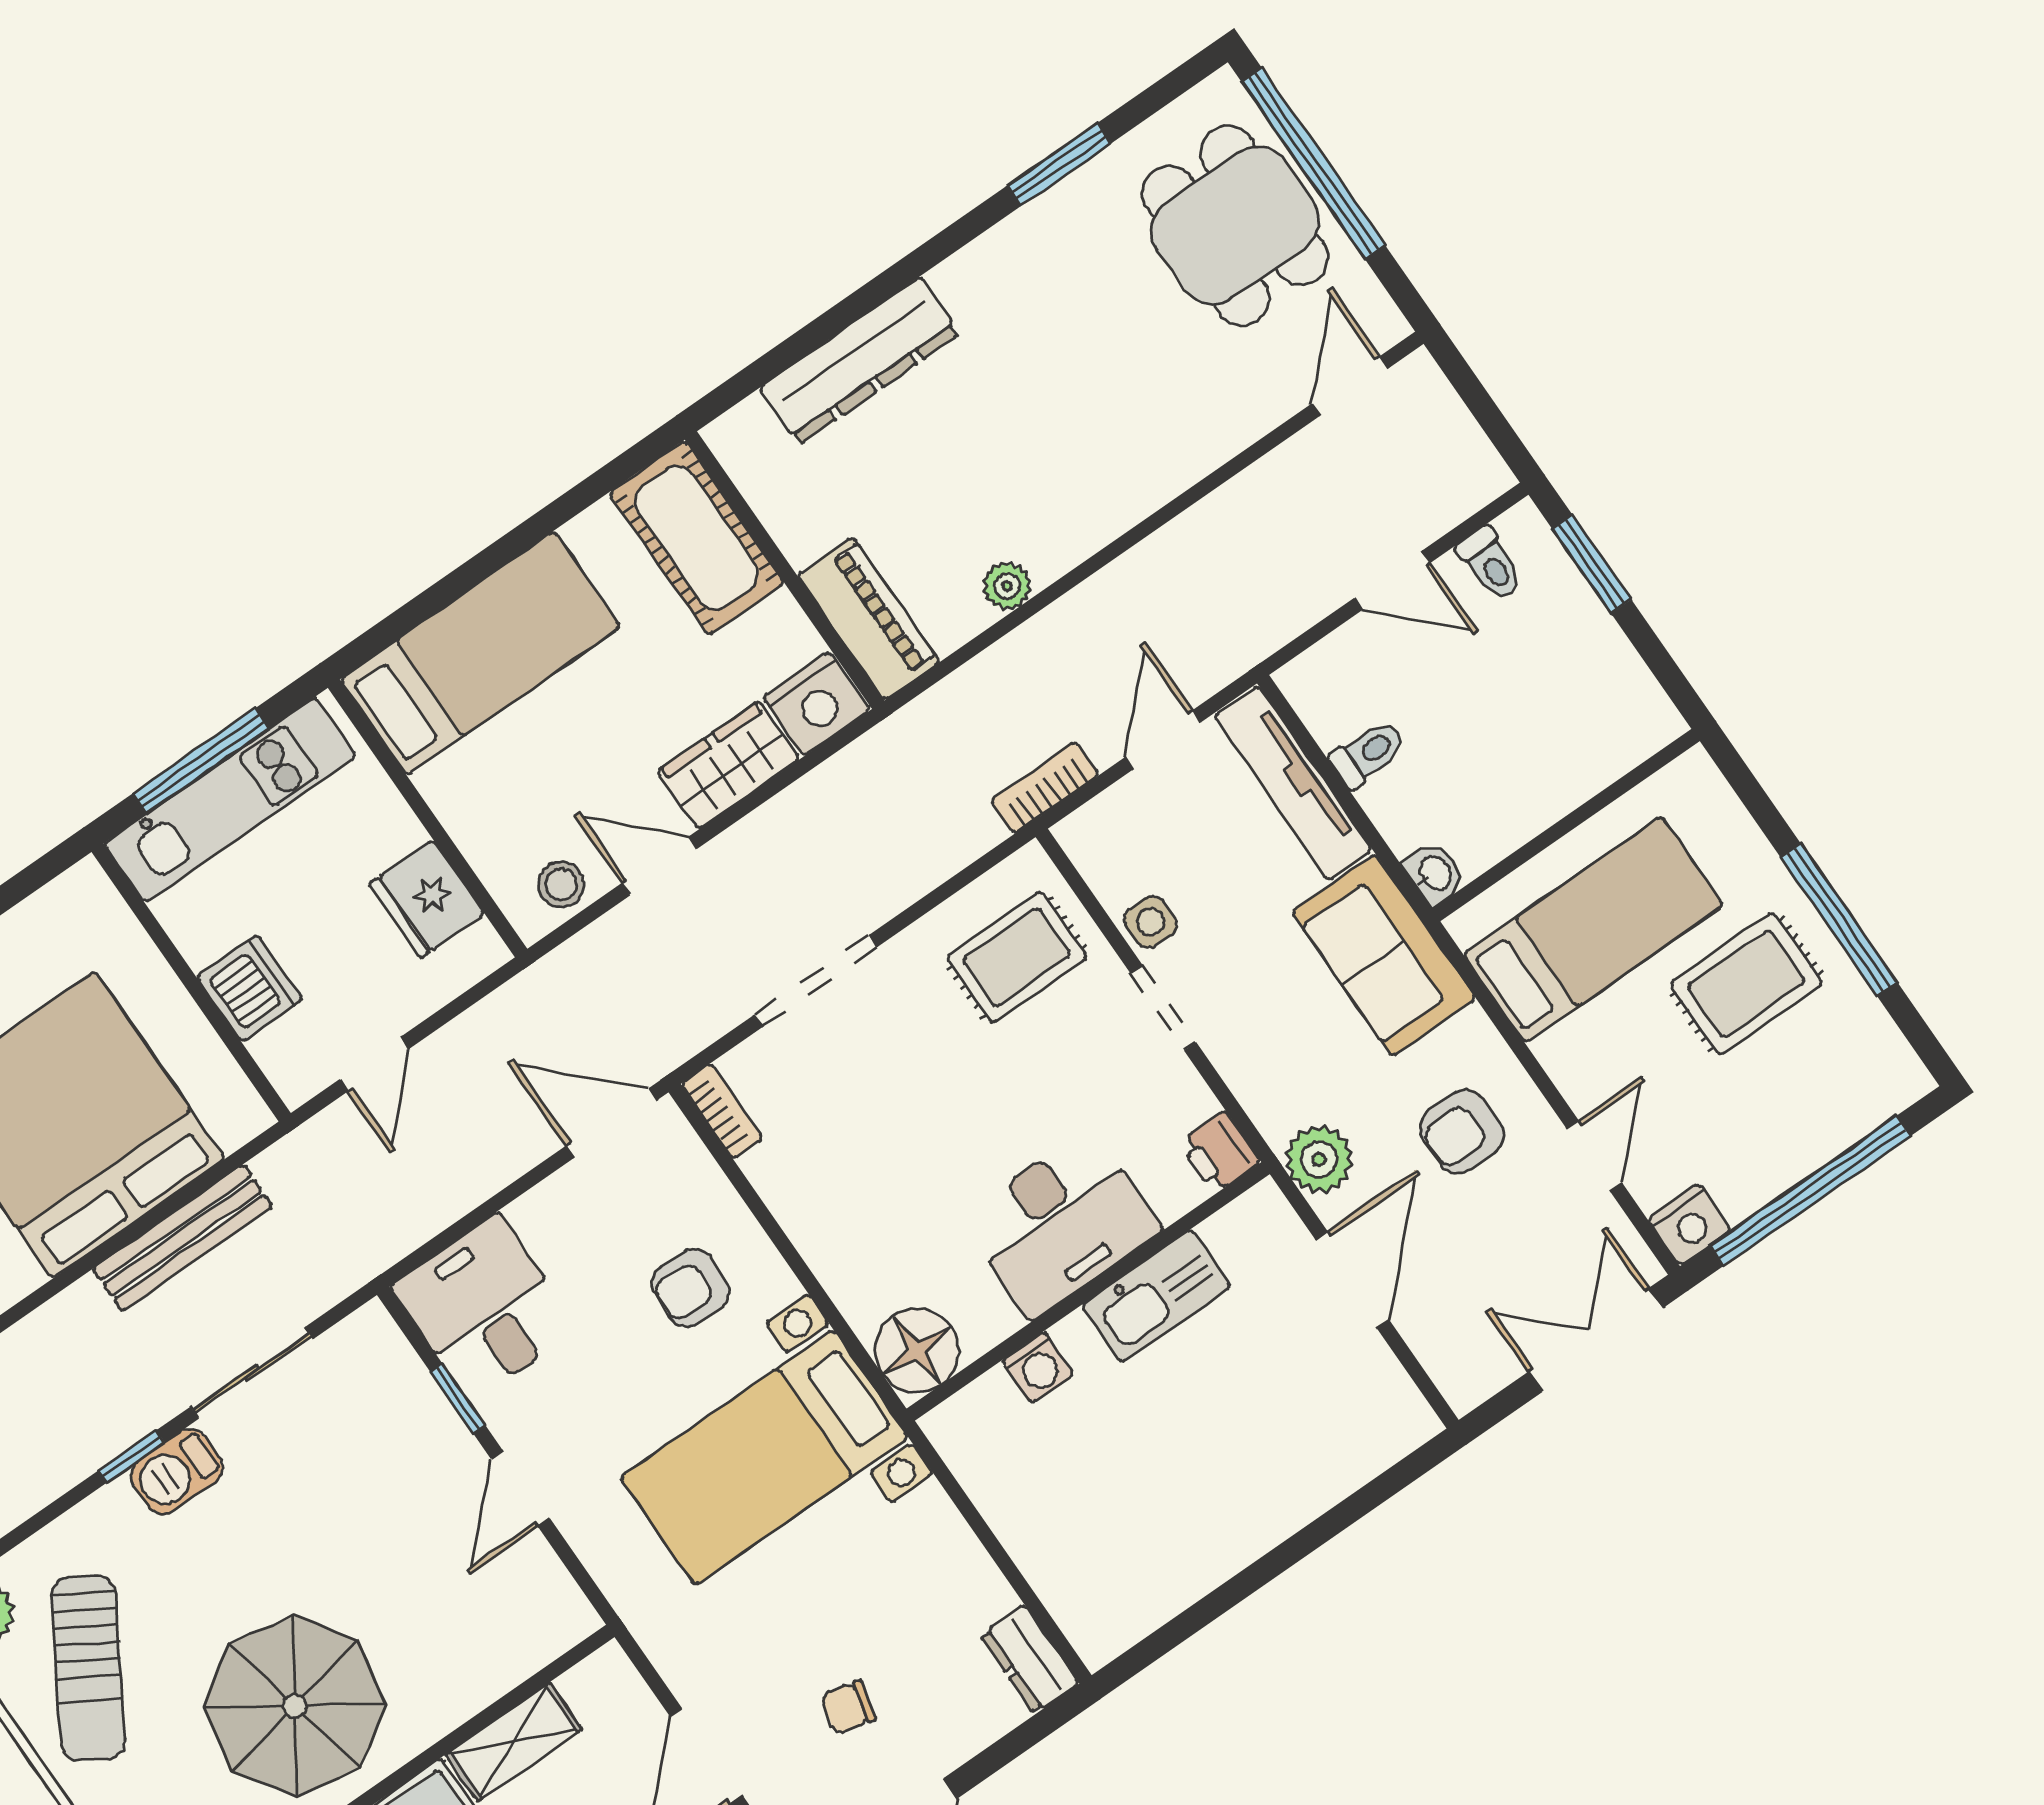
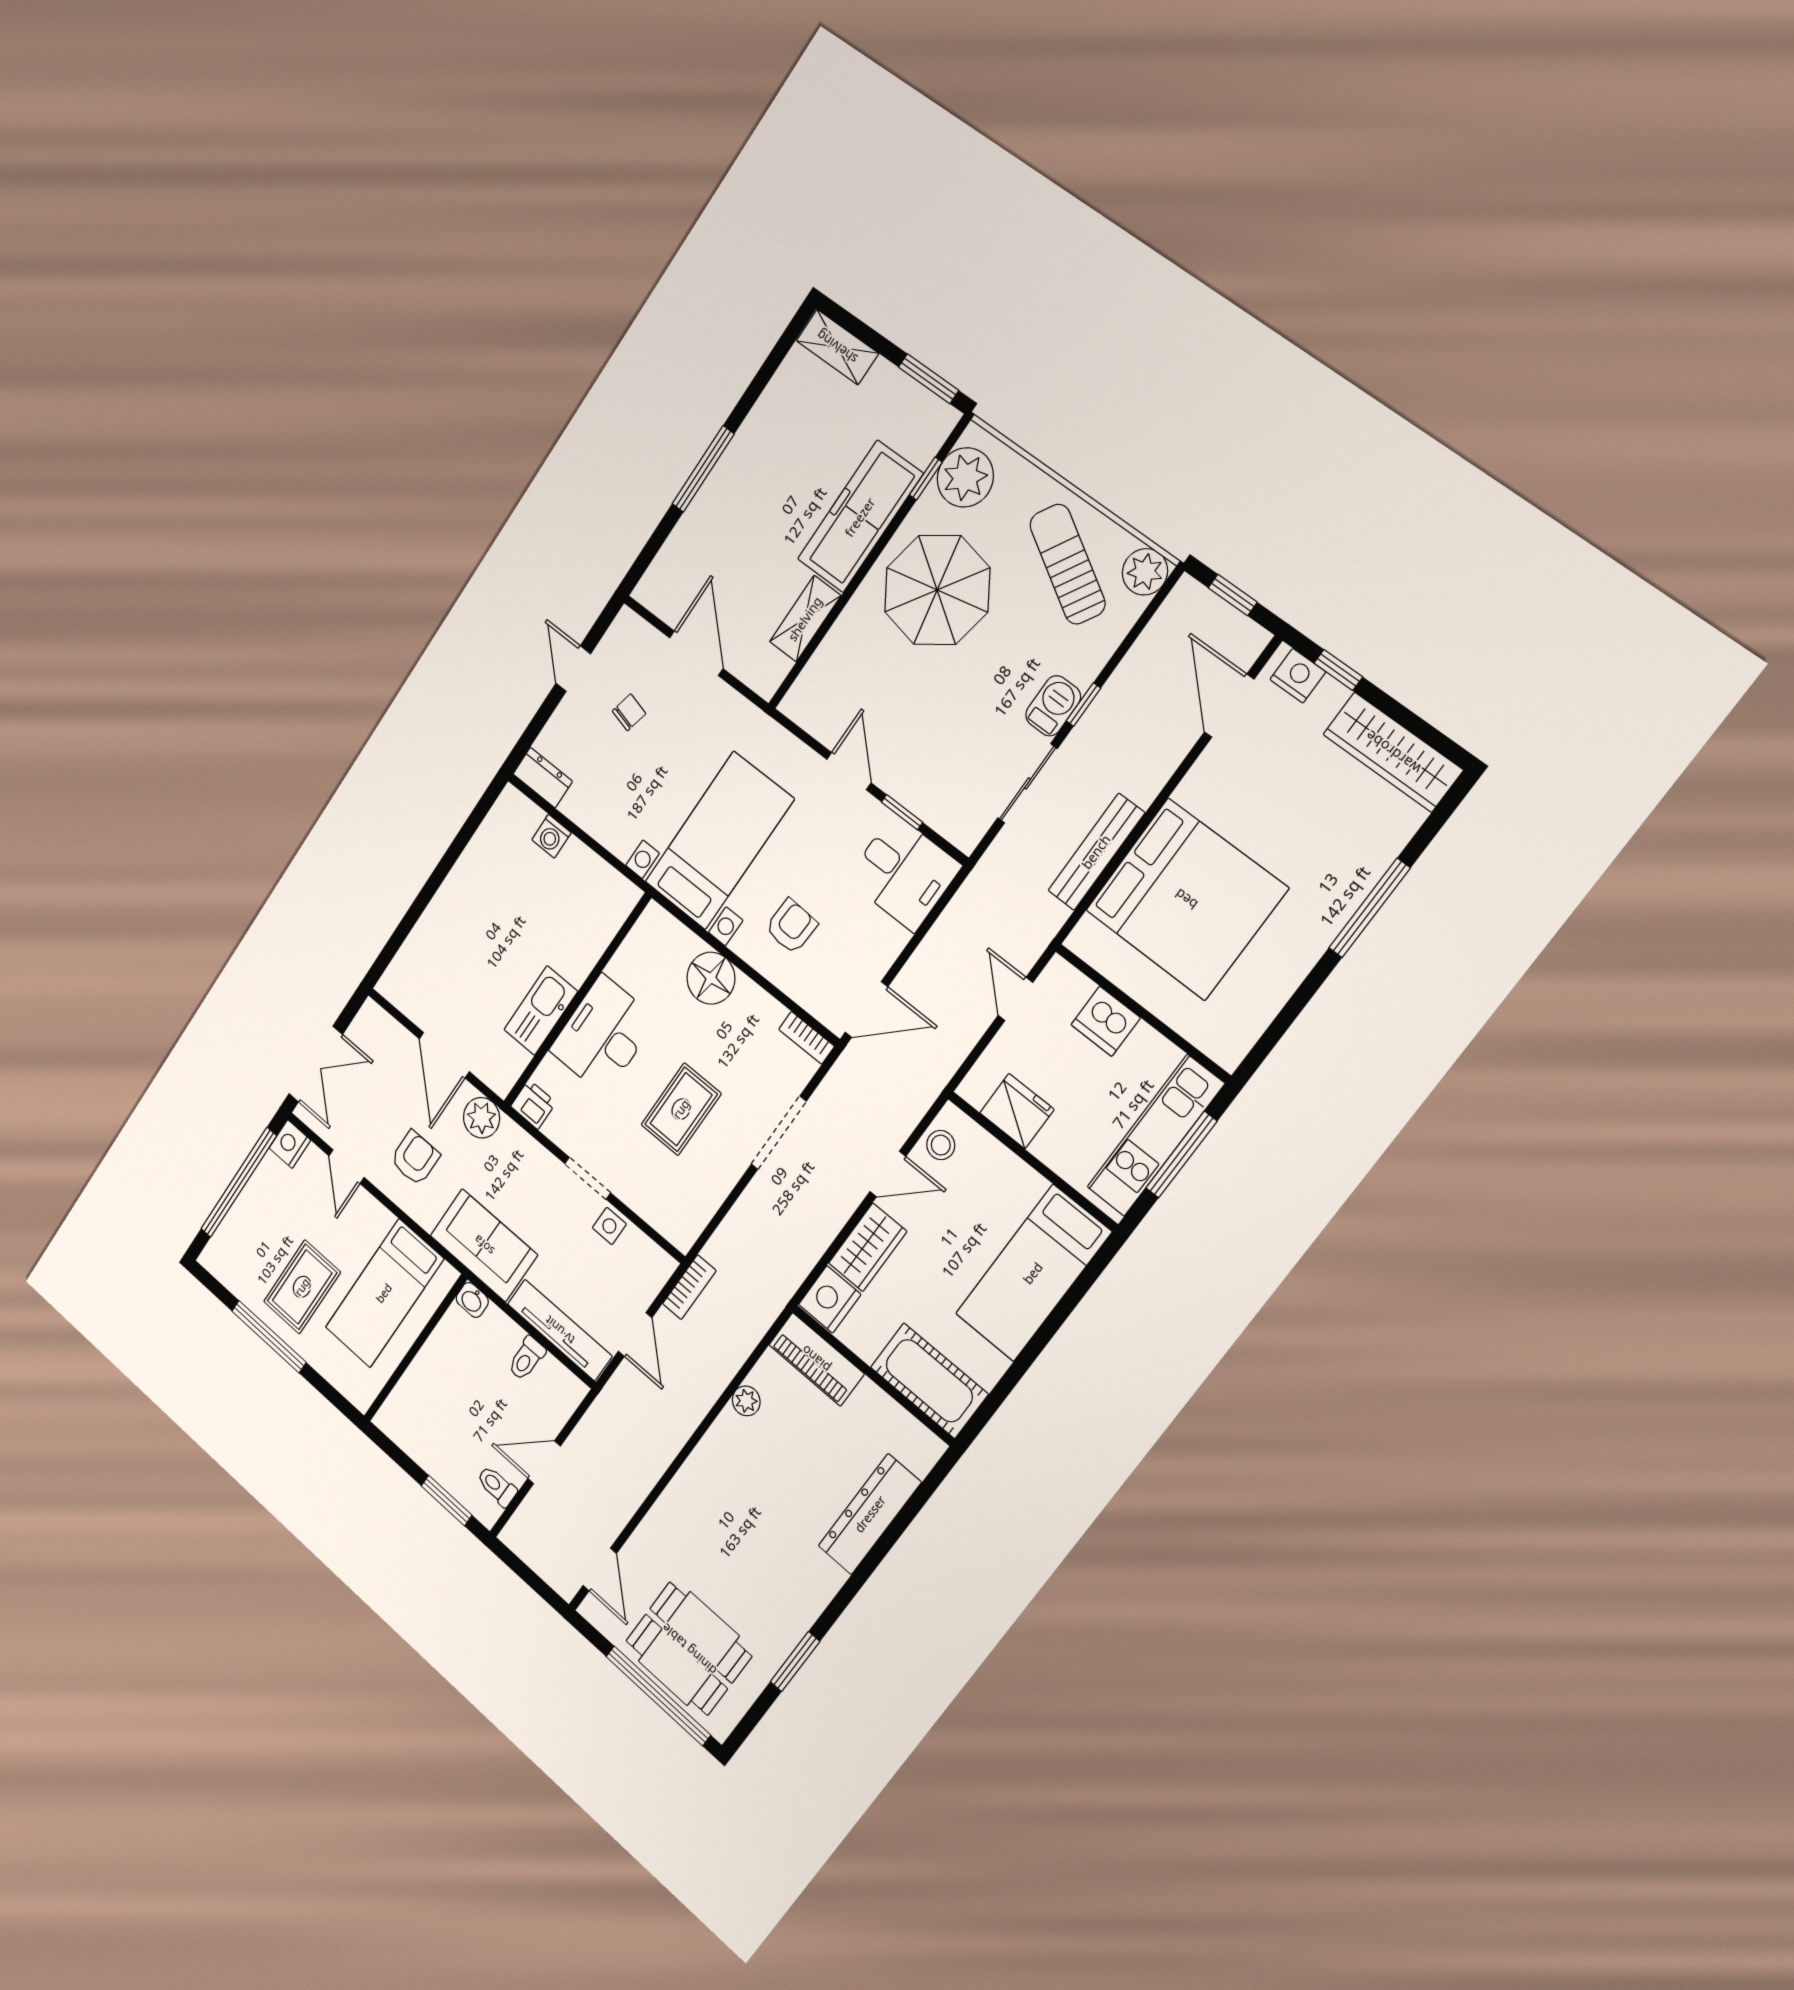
rug: (1017, 957) -> (681, 1109), moved
floor lamp: (917, 1351) -> (711, 978), moved
washing machine: (1038, 1367) -> (551, 836), moved, turned -90

